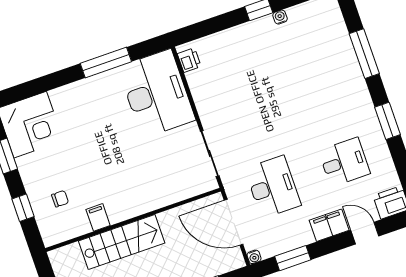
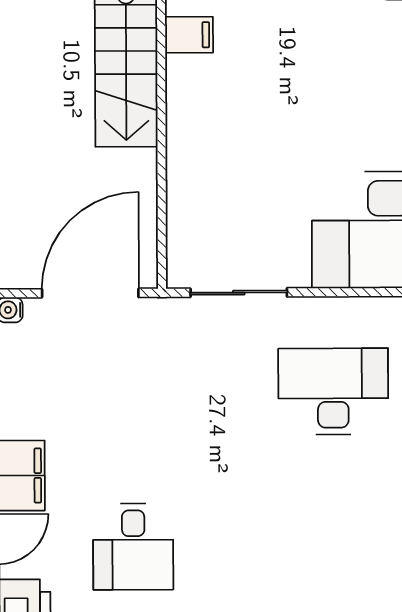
desk: (273, 187) -> (333, 391), moved, turned 180

